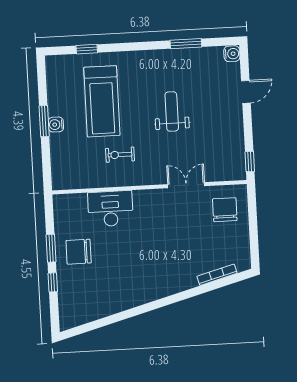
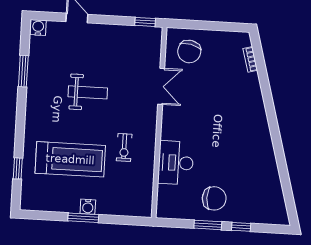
weight bench: (172, 111) -> (88, 92), turned 180
double door: (186, 185) -> (161, 86), swing flipped
chair: (225, 210) -> (189, 51), turned -78
chair: (79, 252) -> (214, 198), turned -90
bookcase: (217, 275) -> (250, 59), width x0.64

